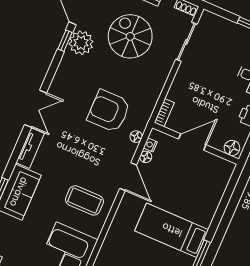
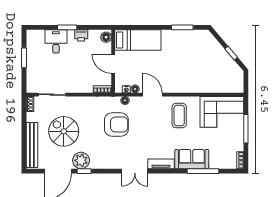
spiral stairs: (130, 36) -> (64, 131), turned 90
double door: (36, 109) -> (135, 171), swing flipped
armchair: (109, 111) -> (116, 124), turned -90
door: (128, 177) -> (152, 95), hinge flipped
bed: (172, 230) -> (138, 40), moved, turned -90

